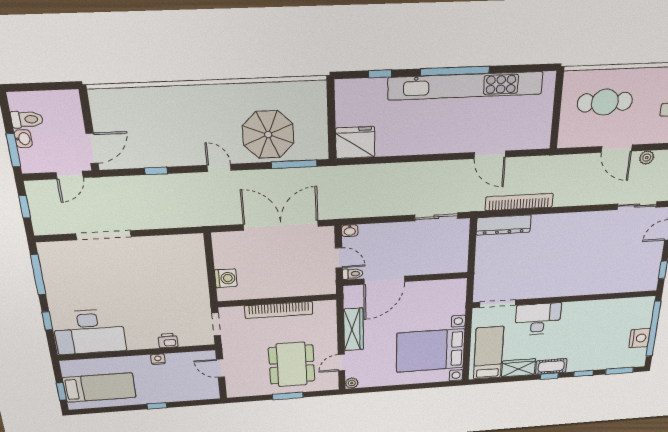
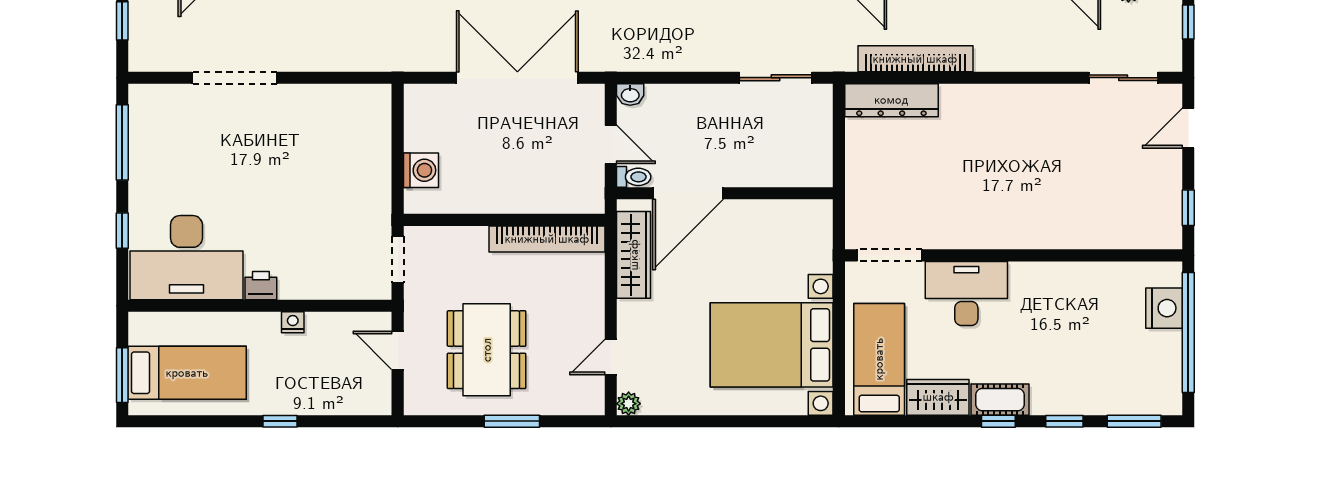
bookcase: (279, 310) -> (547, 239), moved
wardrobe: (354, 329) -> (634, 255), moved
nightstand: (640, 338) -> (1164, 308), moved
printer: (168, 341) -> (261, 286), moved
dining table: (292, 364) -> (487, 350), moved
window: (61, 391) -> (122, 375), width x1.50

